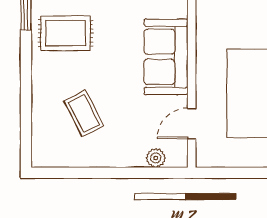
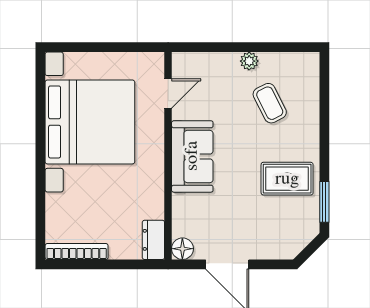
plant: (156, 158) -> (249, 61), moved

